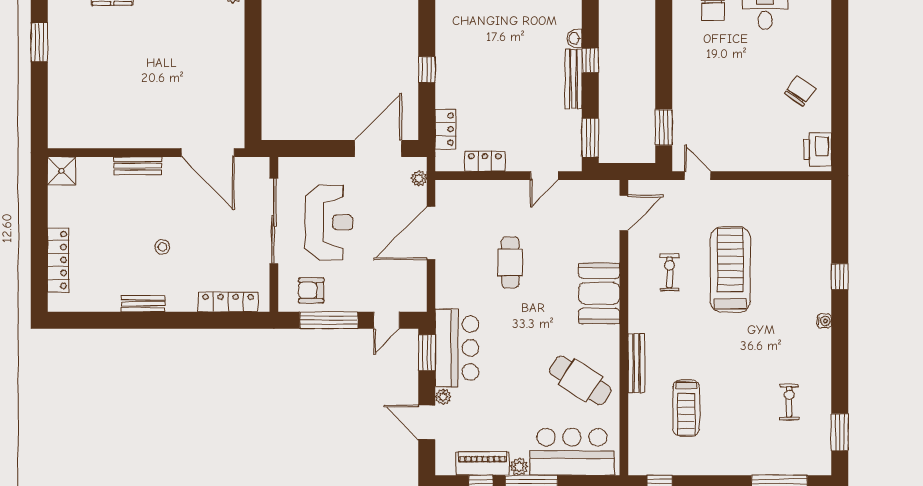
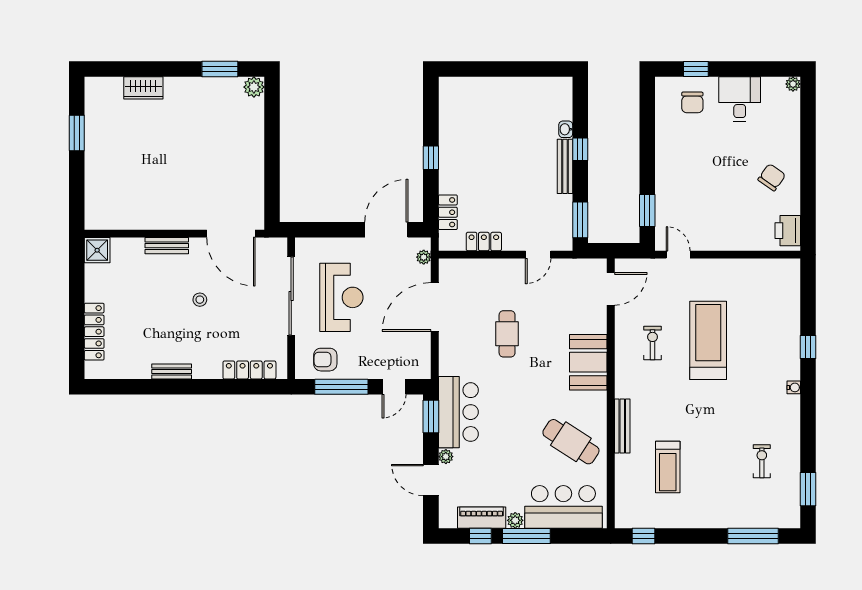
stool: (162, 247) -> (200, 300), moved

